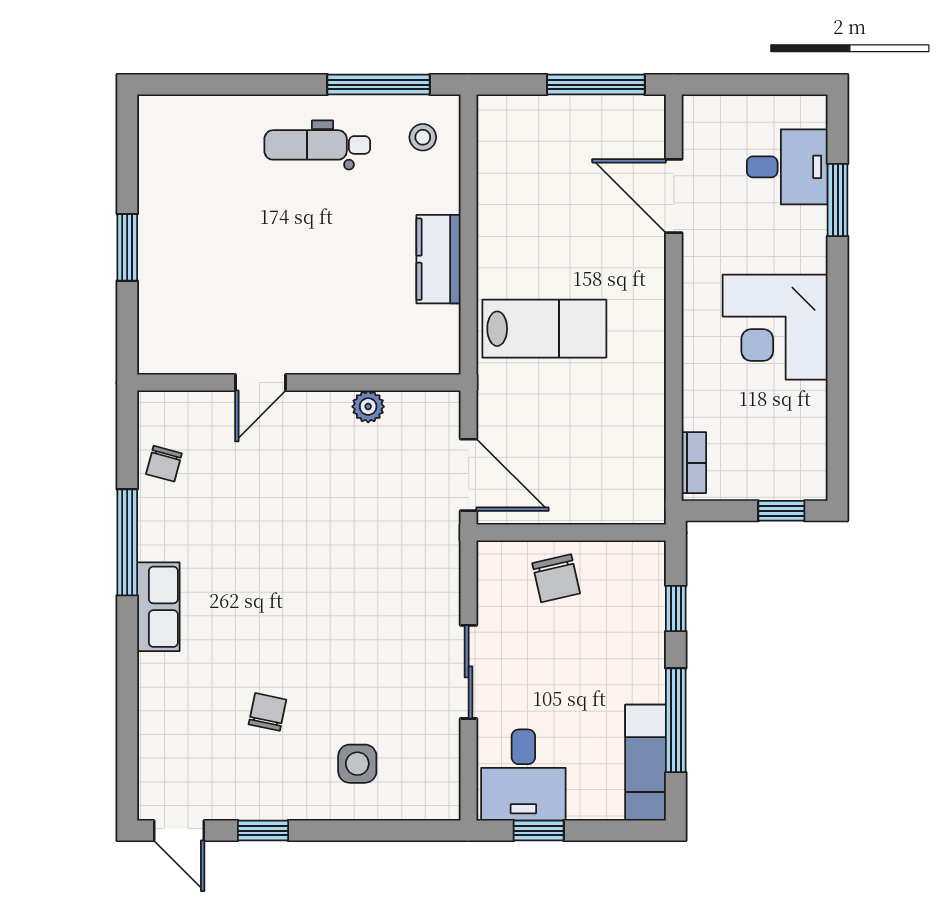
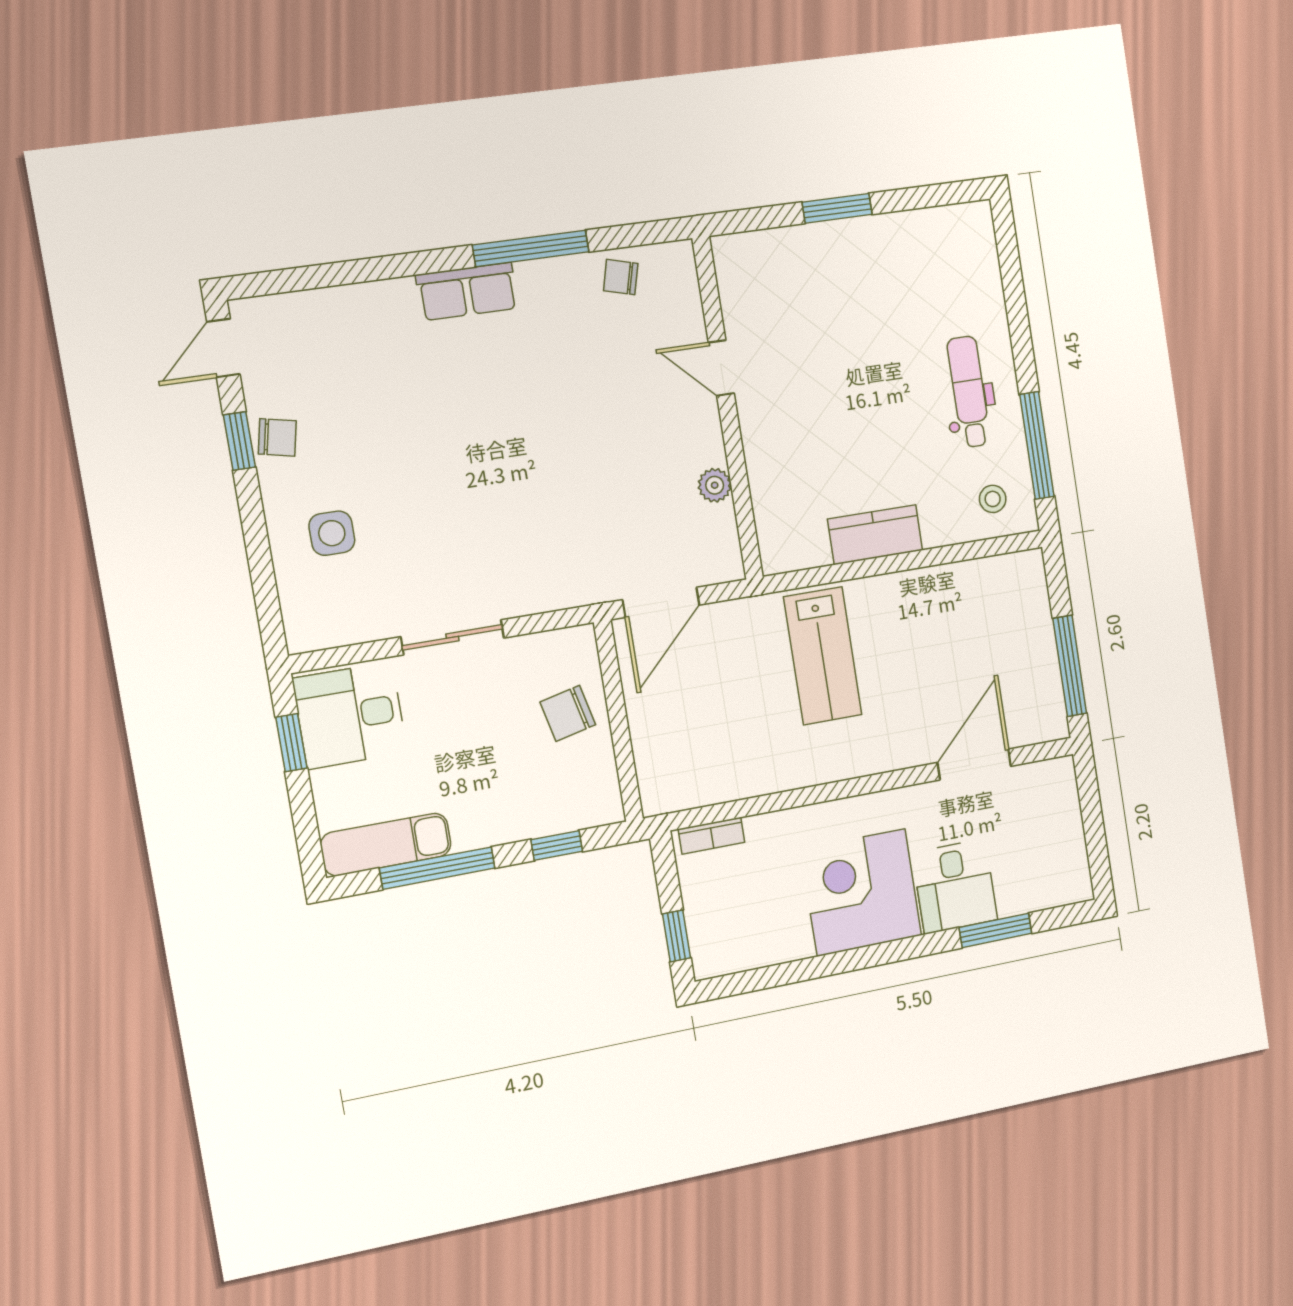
desk: (787, 167) -> (955, 886), moved
chair: (267, 712) -> (277, 437), moved

